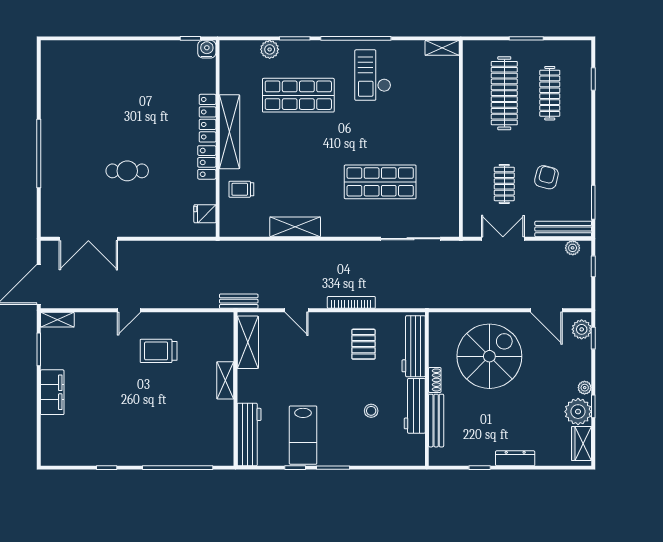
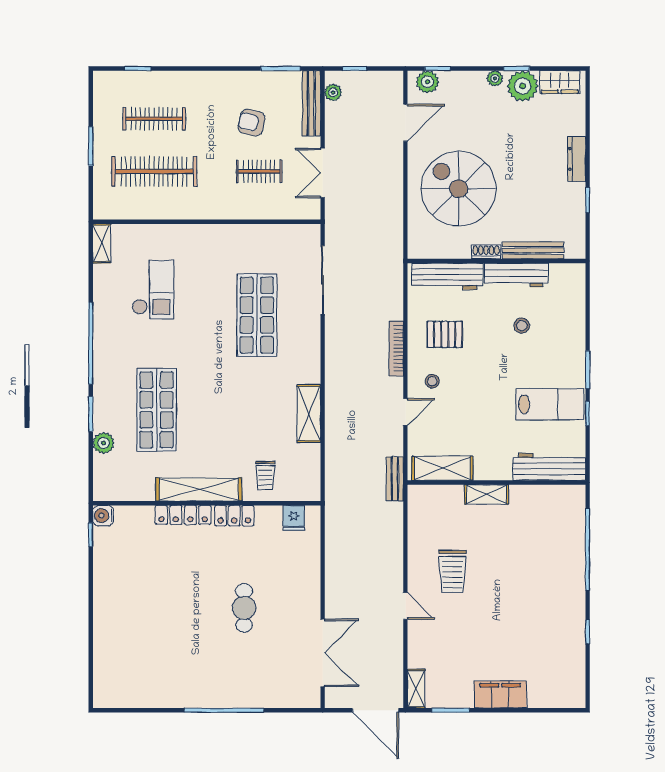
checkout: (373, 75) -> (153, 290), moved, turned -90
stool: (323, 333) -> (432, 381), added

